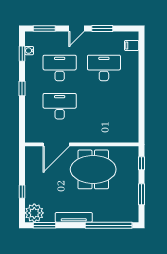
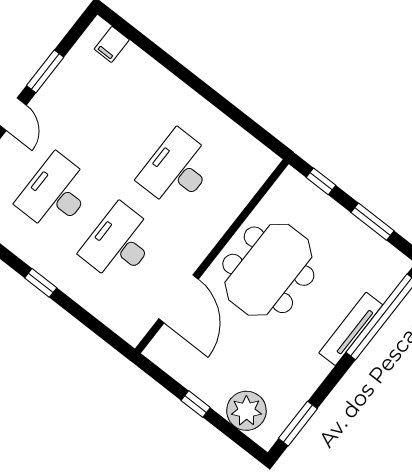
desk: (104, 68) -> (177, 170), moved
window: (22, 192) -> (196, 404), moved
plant: (34, 213) -> (246, 411), moved
tv unit: (74, 217) -> (351, 329), moved

